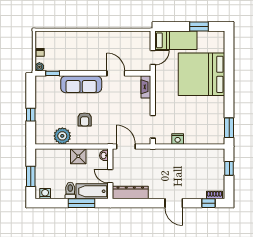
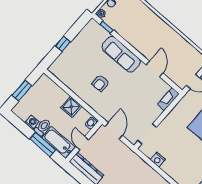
plant: (62, 136) -> (73, 81), removed
washing machine: (45, 194) -> (32, 122), moved

